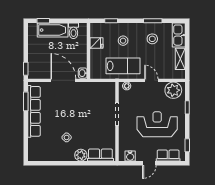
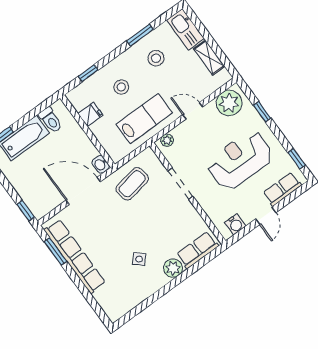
coffee table: (92, 95) -> (132, 184), added

